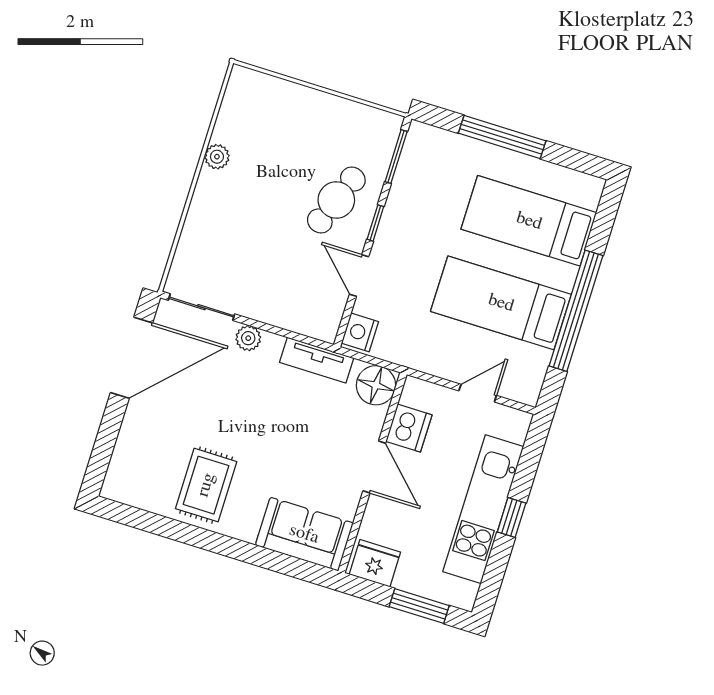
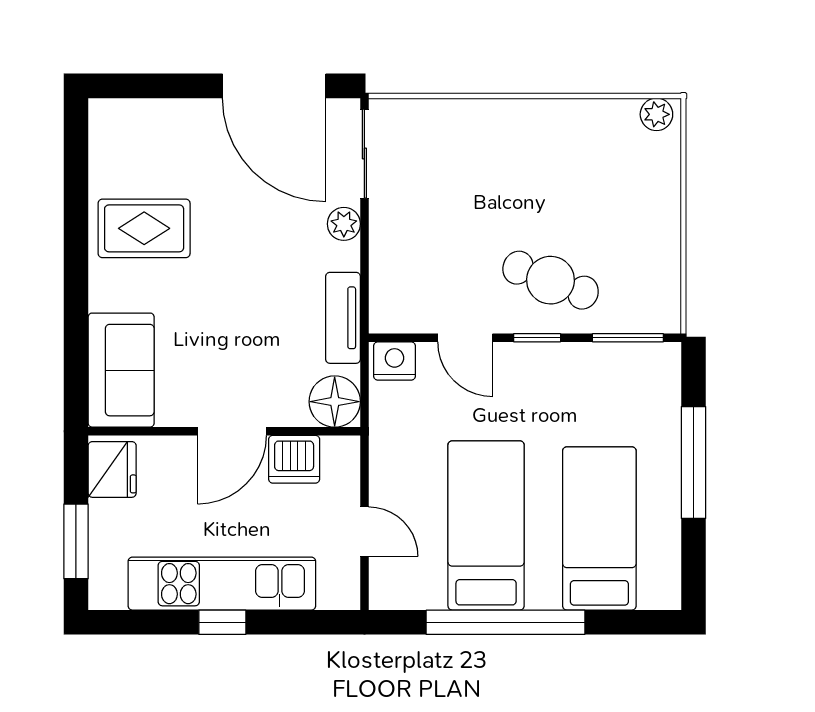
plant: (217, 157) -> (656, 114), moved
door: (359, 275) -> (465, 338), swing flipped

